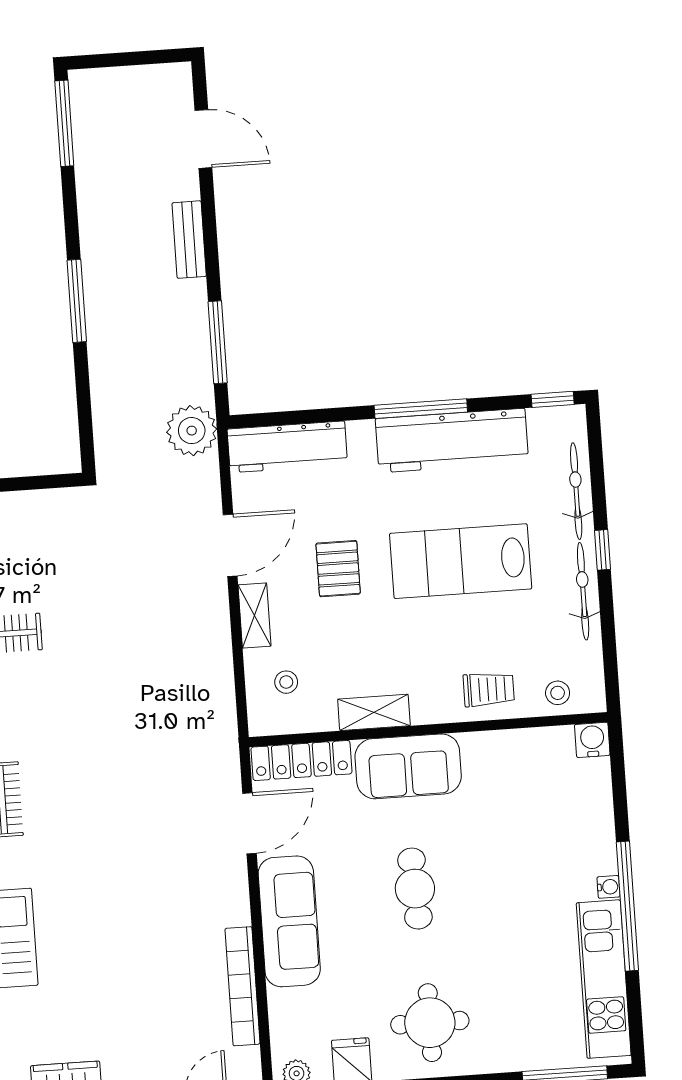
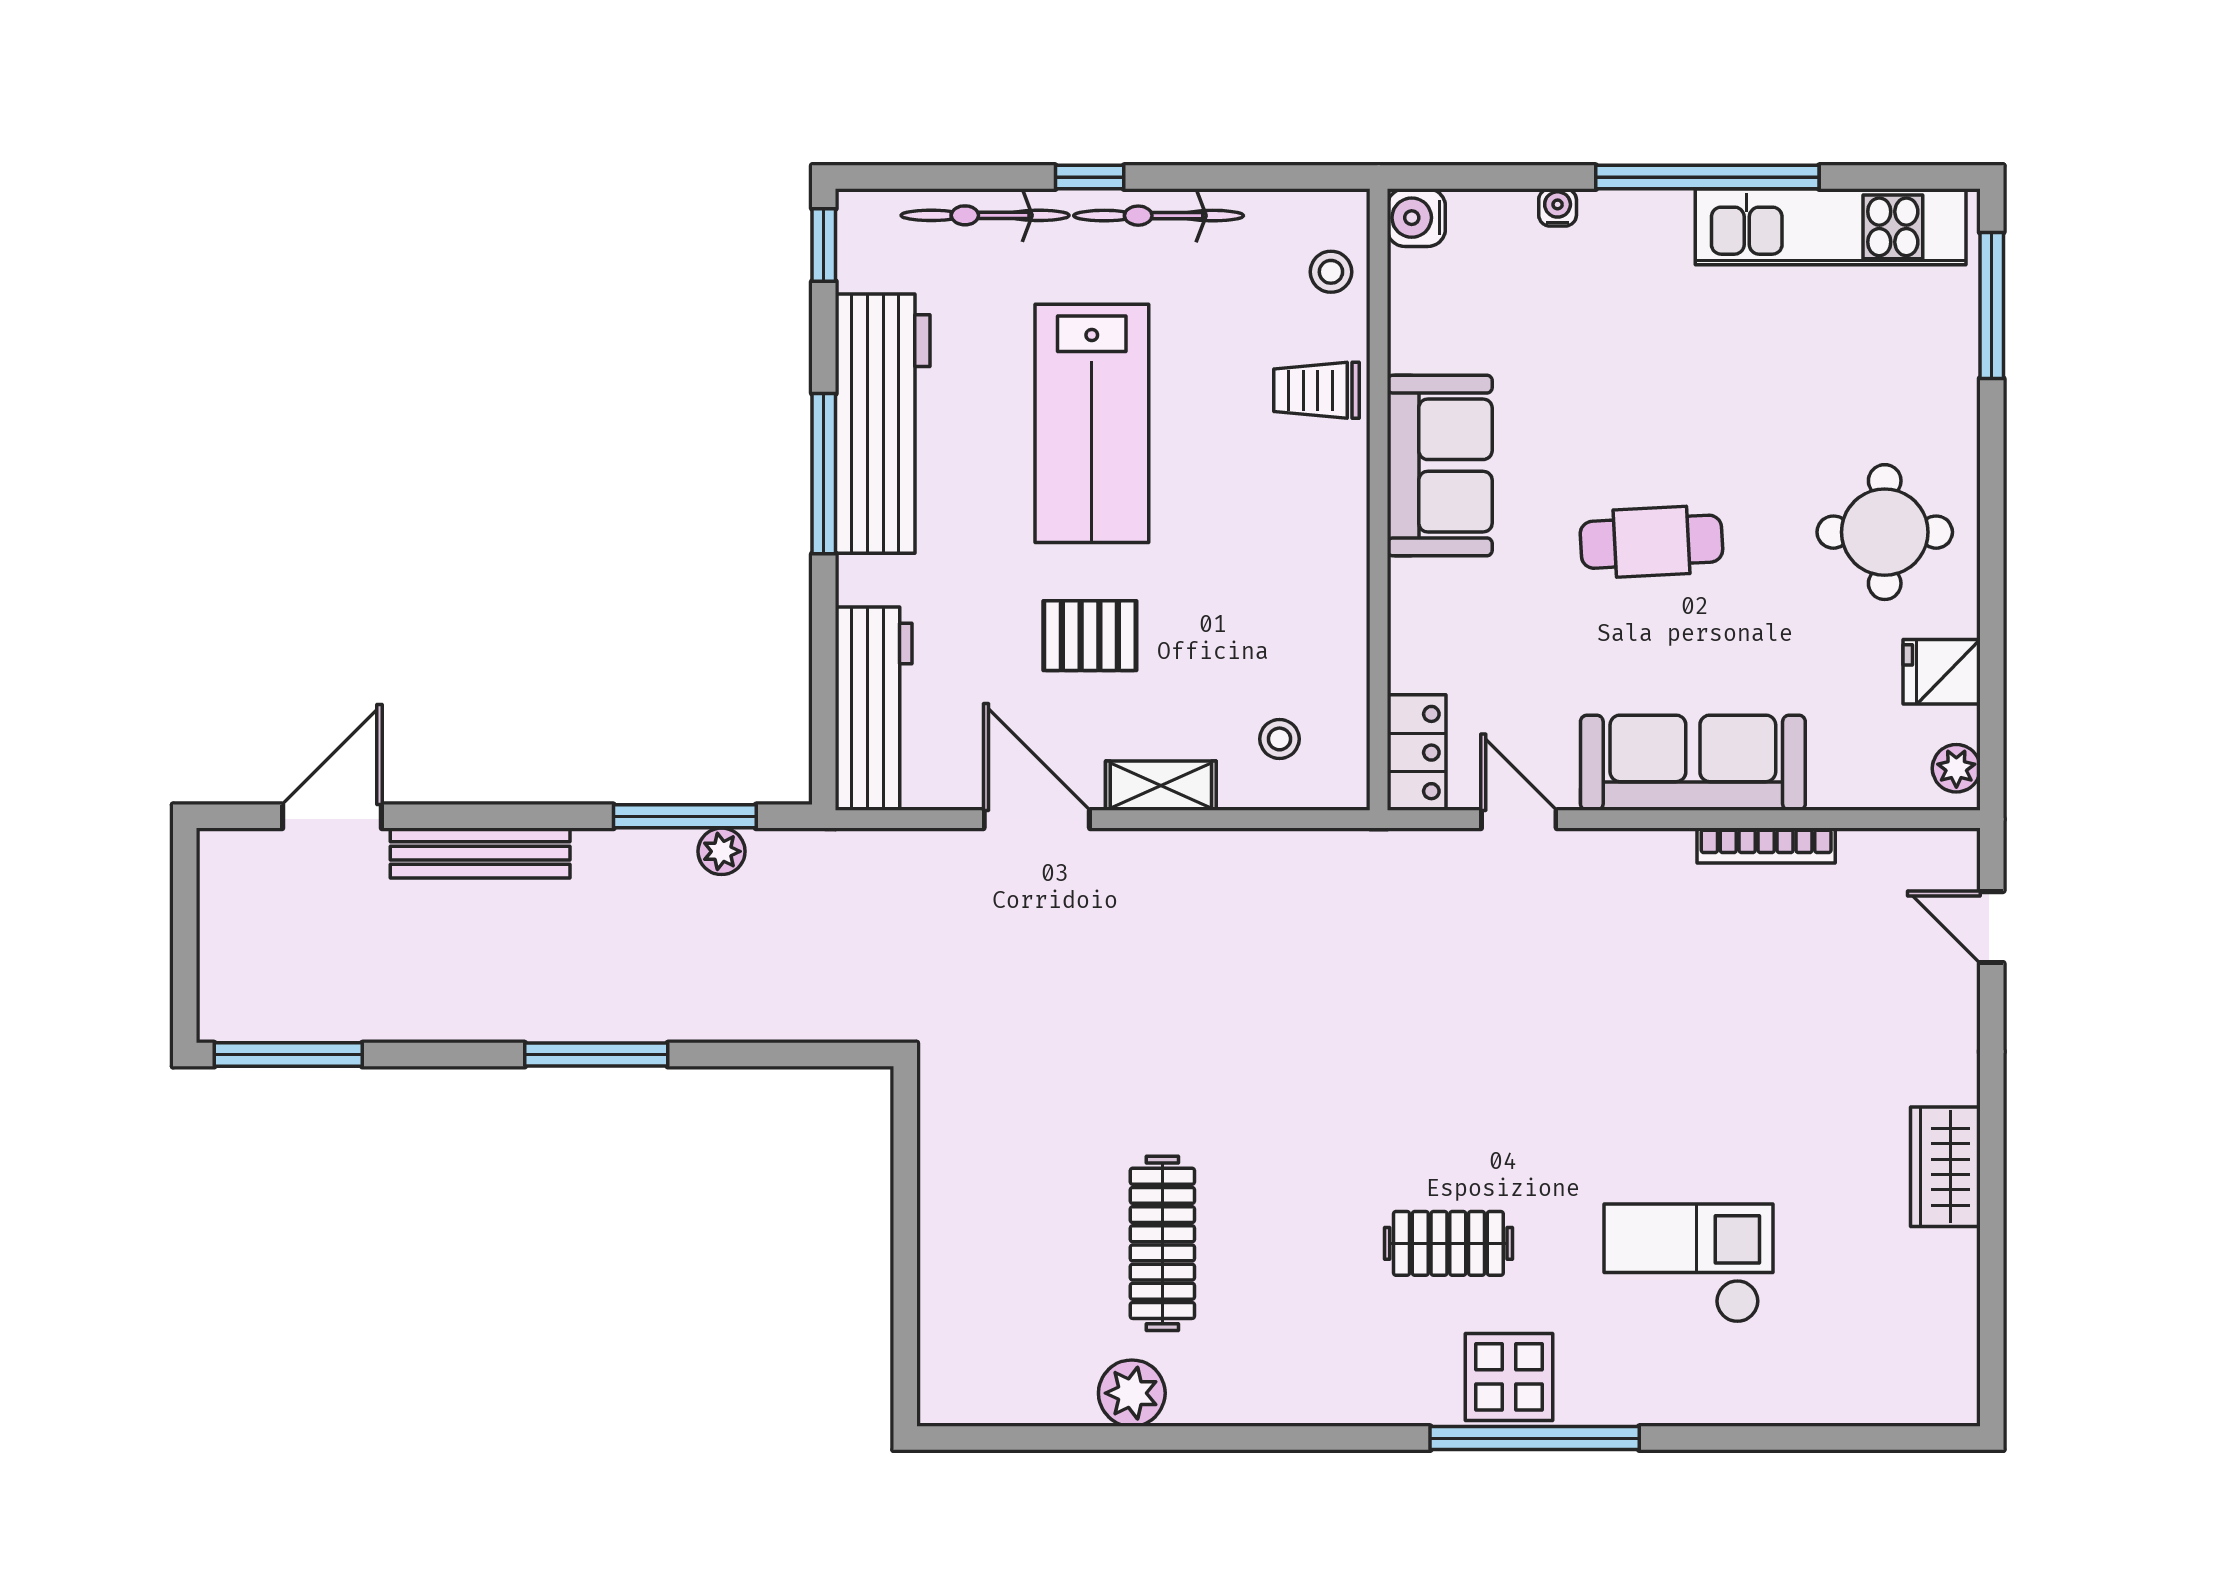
bench: (189, 240) -> (480, 853), width x1.36
plant: (192, 431) -> (722, 851), moved, width x0.53, depth x0.53
trolley: (489, 689) -> (1317, 390), turned -90
shelving: (374, 712) -> (1342, 591), removed
locker: (301, 760) -> (1417, 753), width x0.66
sofa: (408, 766) -> (1440, 465), moved
door: (250, 823) -> (1519, 819), width x0.73
water cooler: (608, 887) -> (1558, 207), moved
bookcase: (243, 986) -> (1766, 846), width x0.68, depth x0.76

